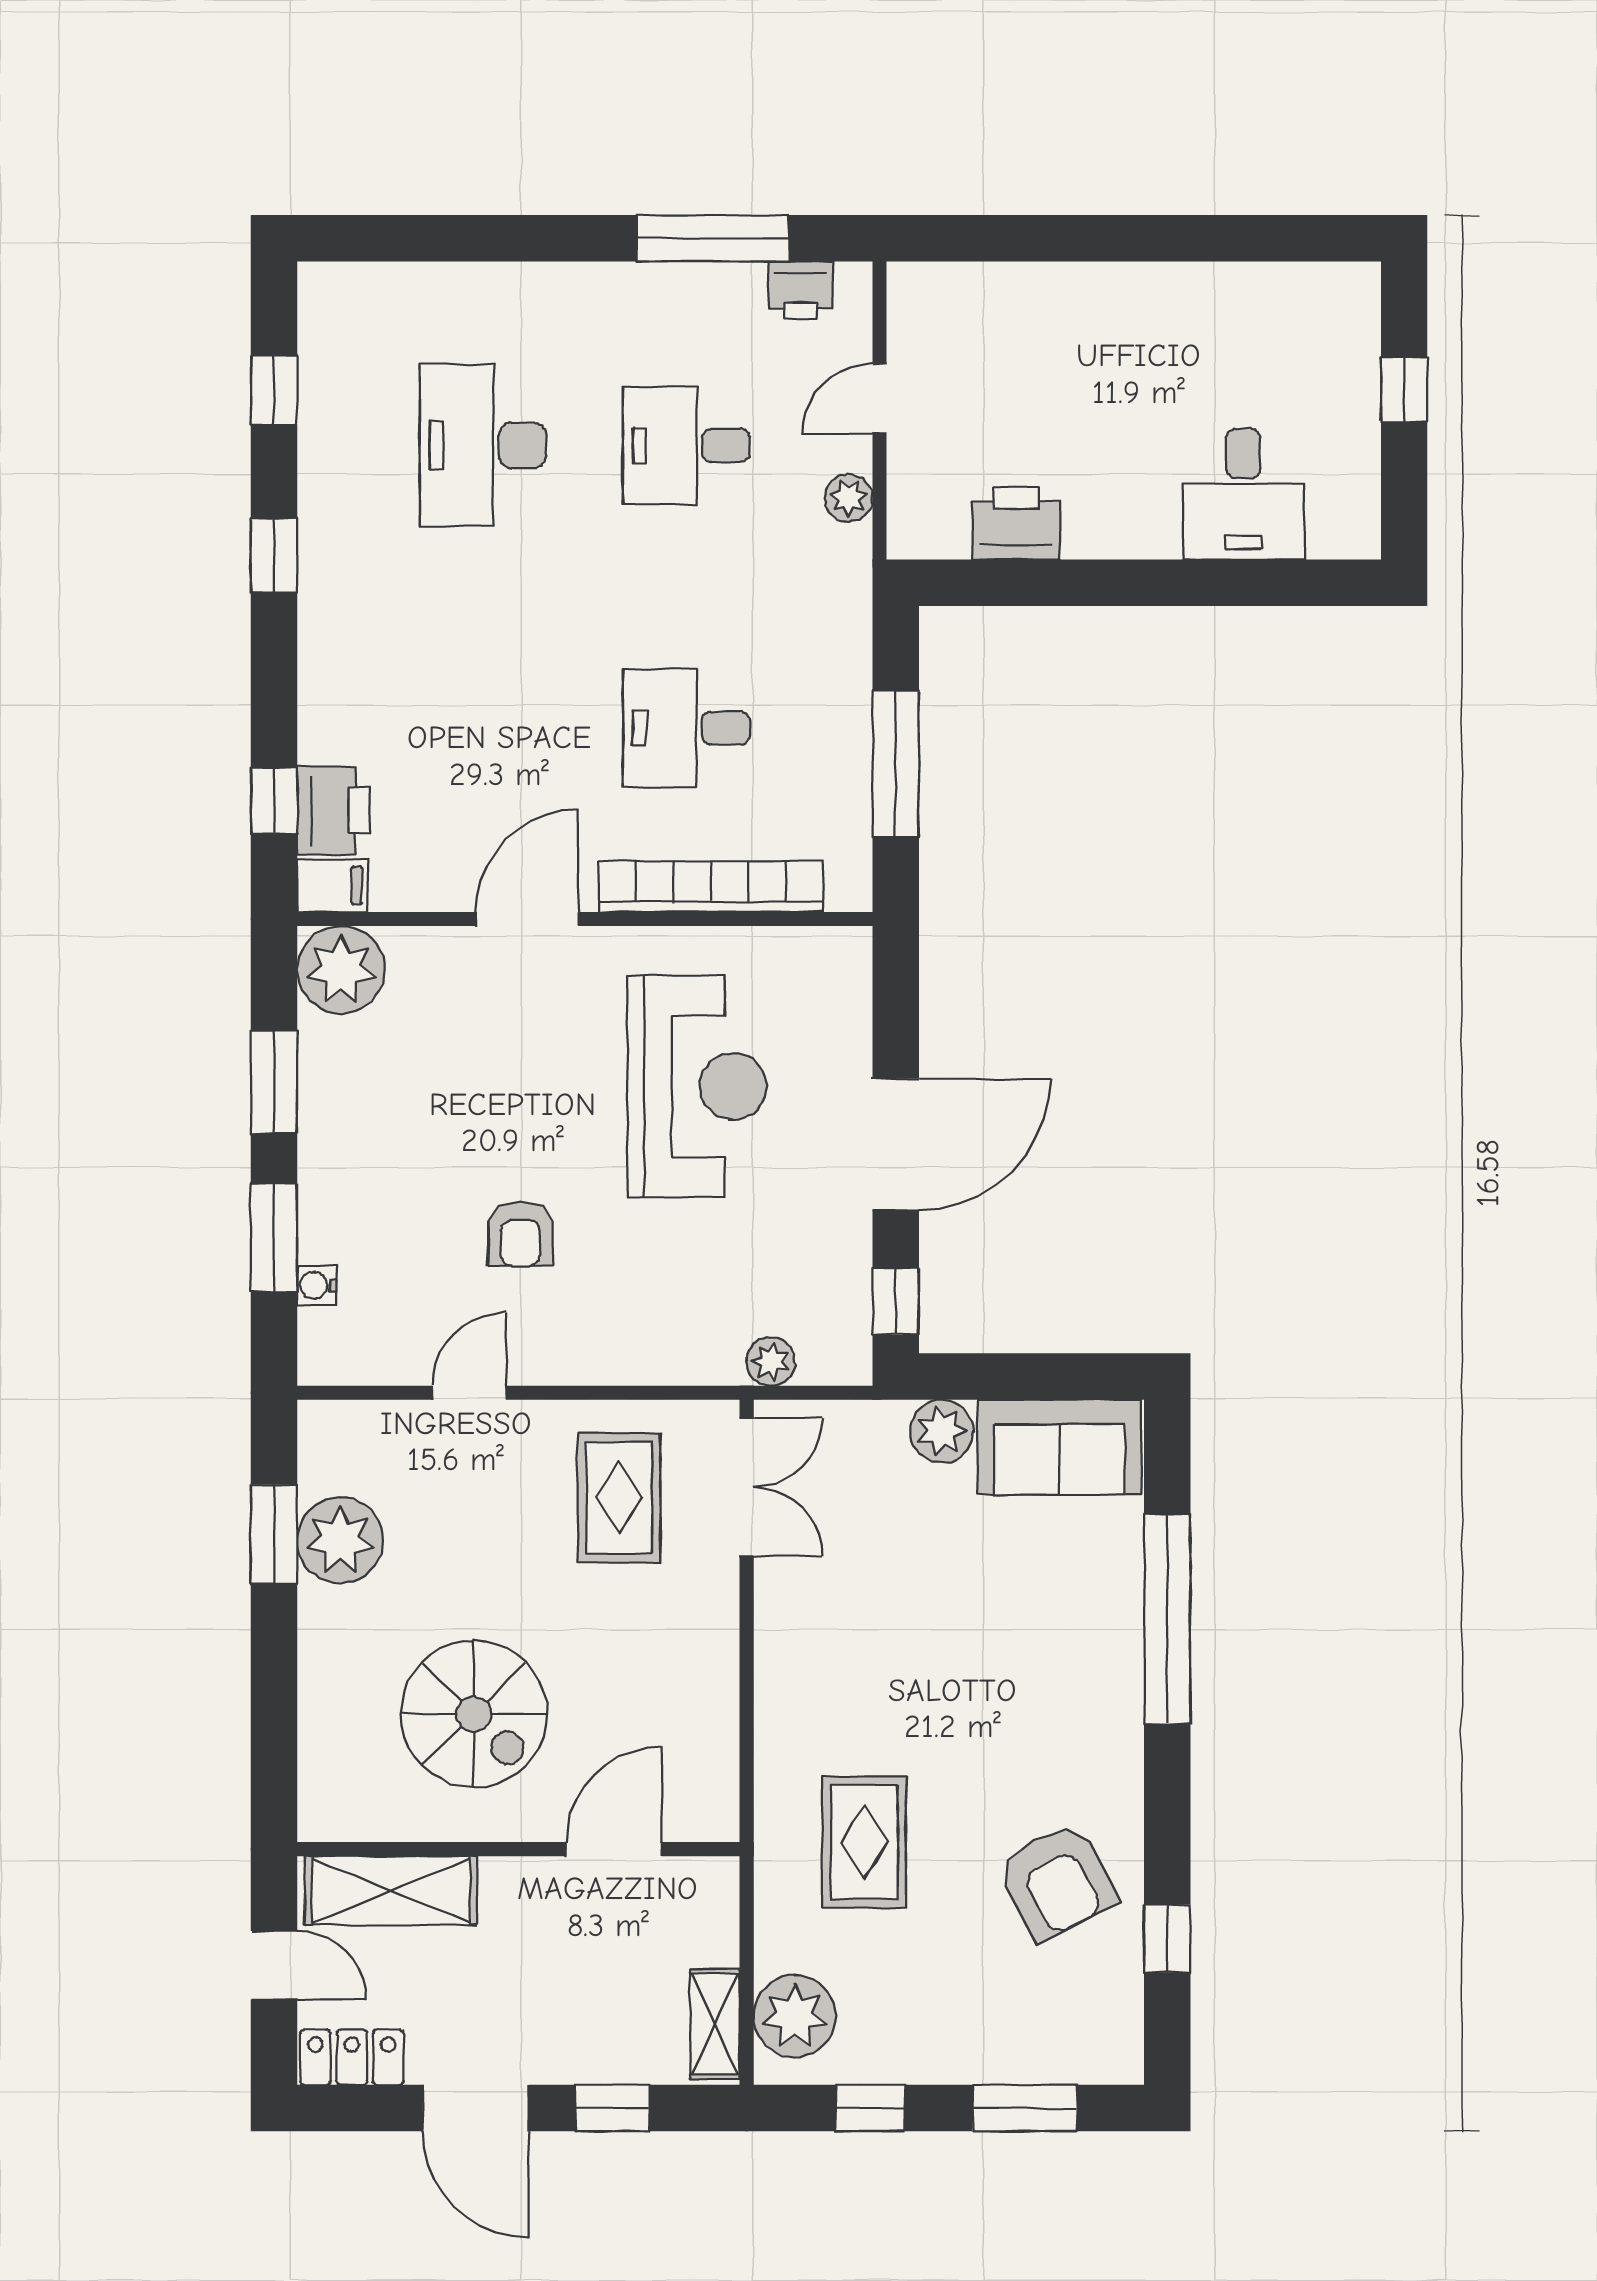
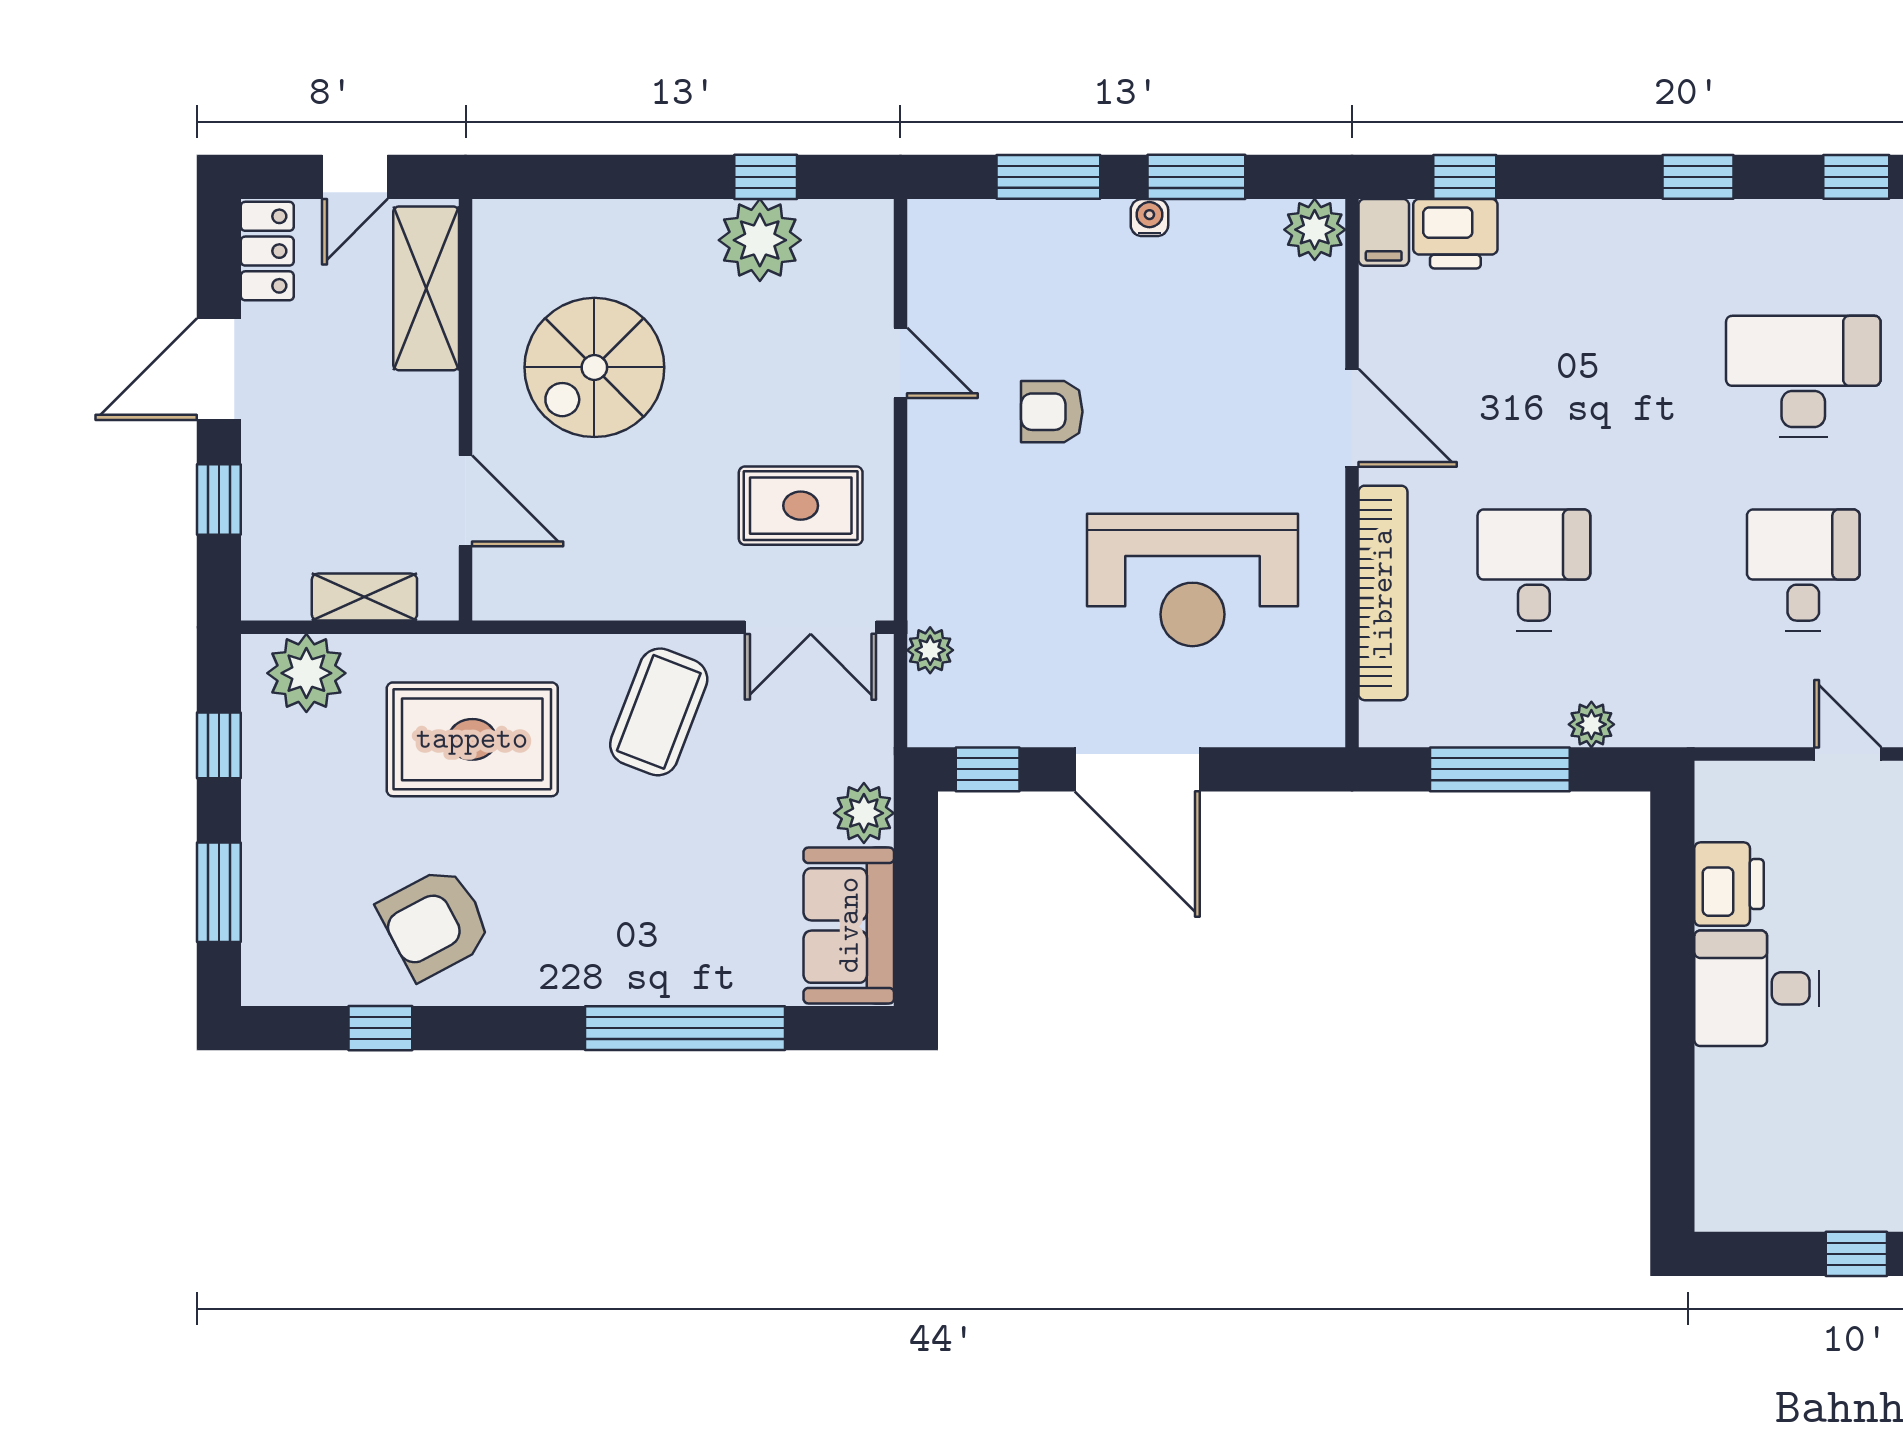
desk: (1243, 494) -> (1757, 988), moved
plant: (849, 498) -> (1591, 724), moved
plant: (341, 970) -> (1315, 230), width x0.73, depth x0.73
water cooler: (317, 1285) -> (1149, 218), moved
window: (274, 1534) -> (766, 177), width x0.67
coffee table: (835, 1646) -> (659, 712), added
rug: (864, 1842) -> (472, 739), width x1.36, depth x1.43
shelving: (715, 2024) -> (364, 597), moved

